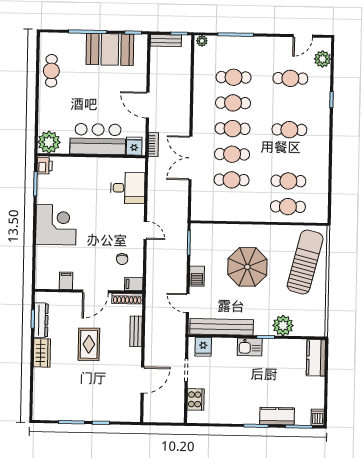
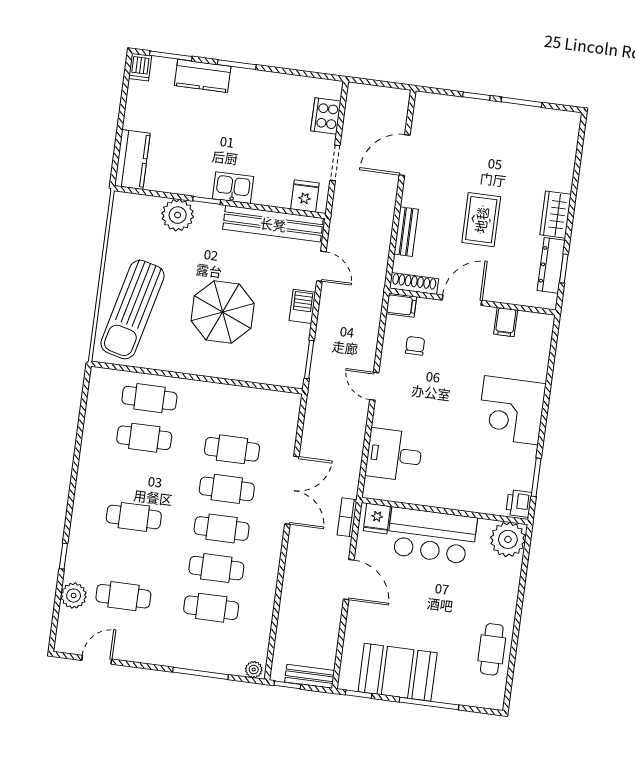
plant: (323, 59) -> (74, 596), moved

